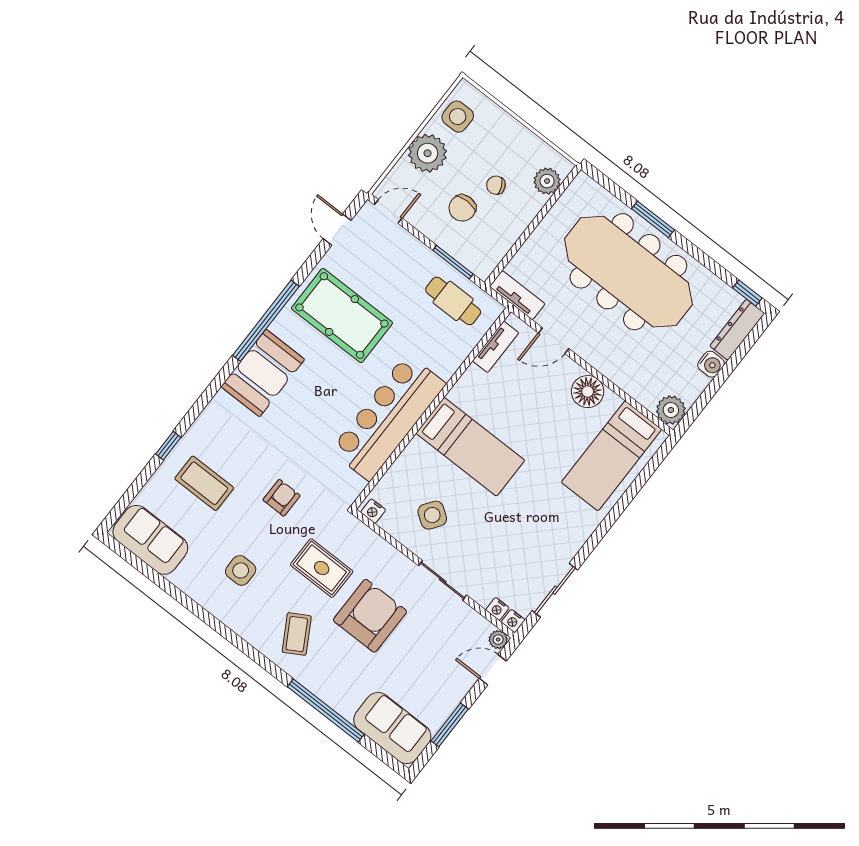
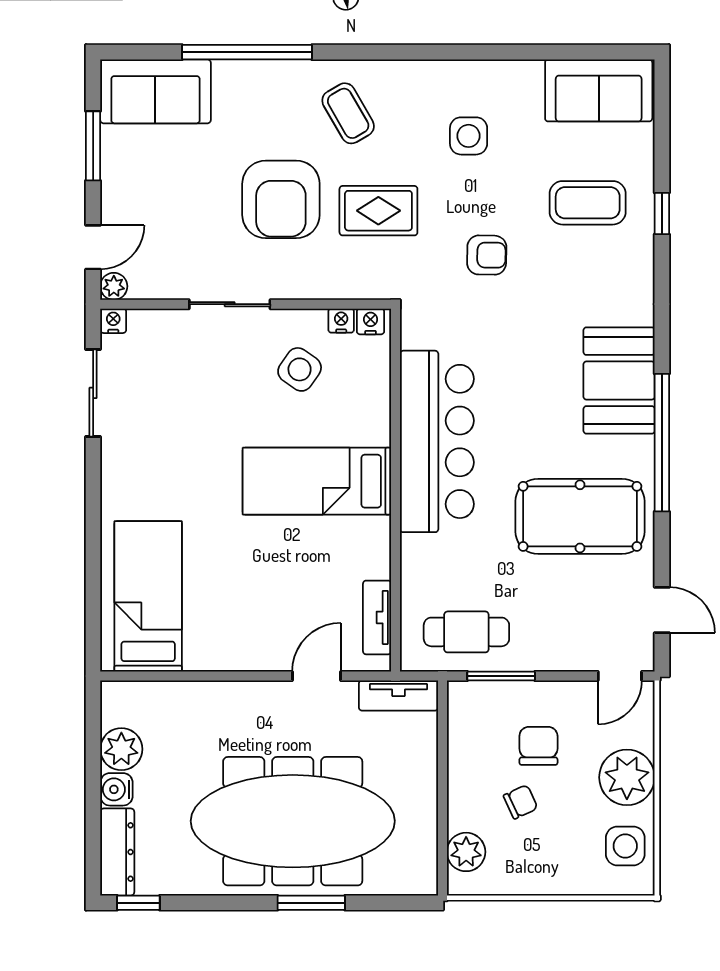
floor lamp: (588, 392) -> (233, 648), removed
plant: (671, 410) -> (121, 749), moved
armchair: (281, 498) -> (487, 255), turned -89
nightstand: (497, 609) -> (341, 321), moved

